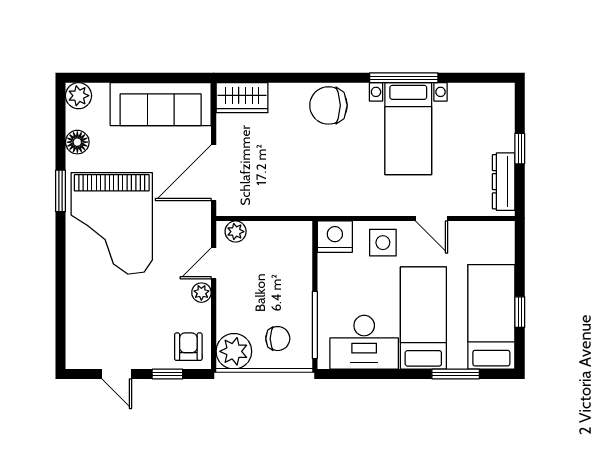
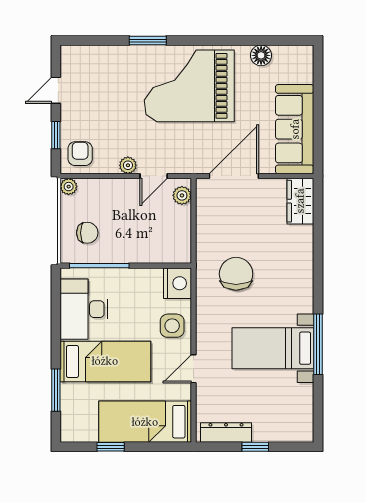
plant: (79, 96) -> (302, 56), removed
chair: (328, 105) -> (236, 274), moved
door: (214, 173) -> (234, 176), hinge flipped
window: (61, 191) -> (148, 41), moved
door: (214, 263) -> (154, 176), swing flipped
bed: (491, 317) -> (145, 422), moved, turned 180
chair: (278, 339) -> (87, 233), turned -90
armchair: (188, 347) -> (80, 154), turned -90
plant: (234, 351) -> (69, 187), width x0.53, depth x0.53

